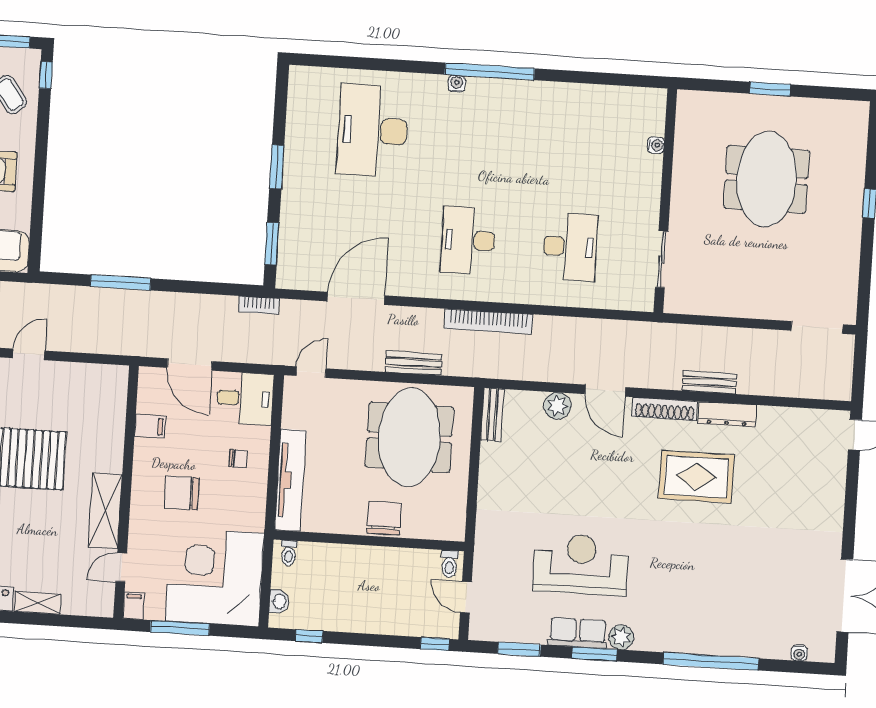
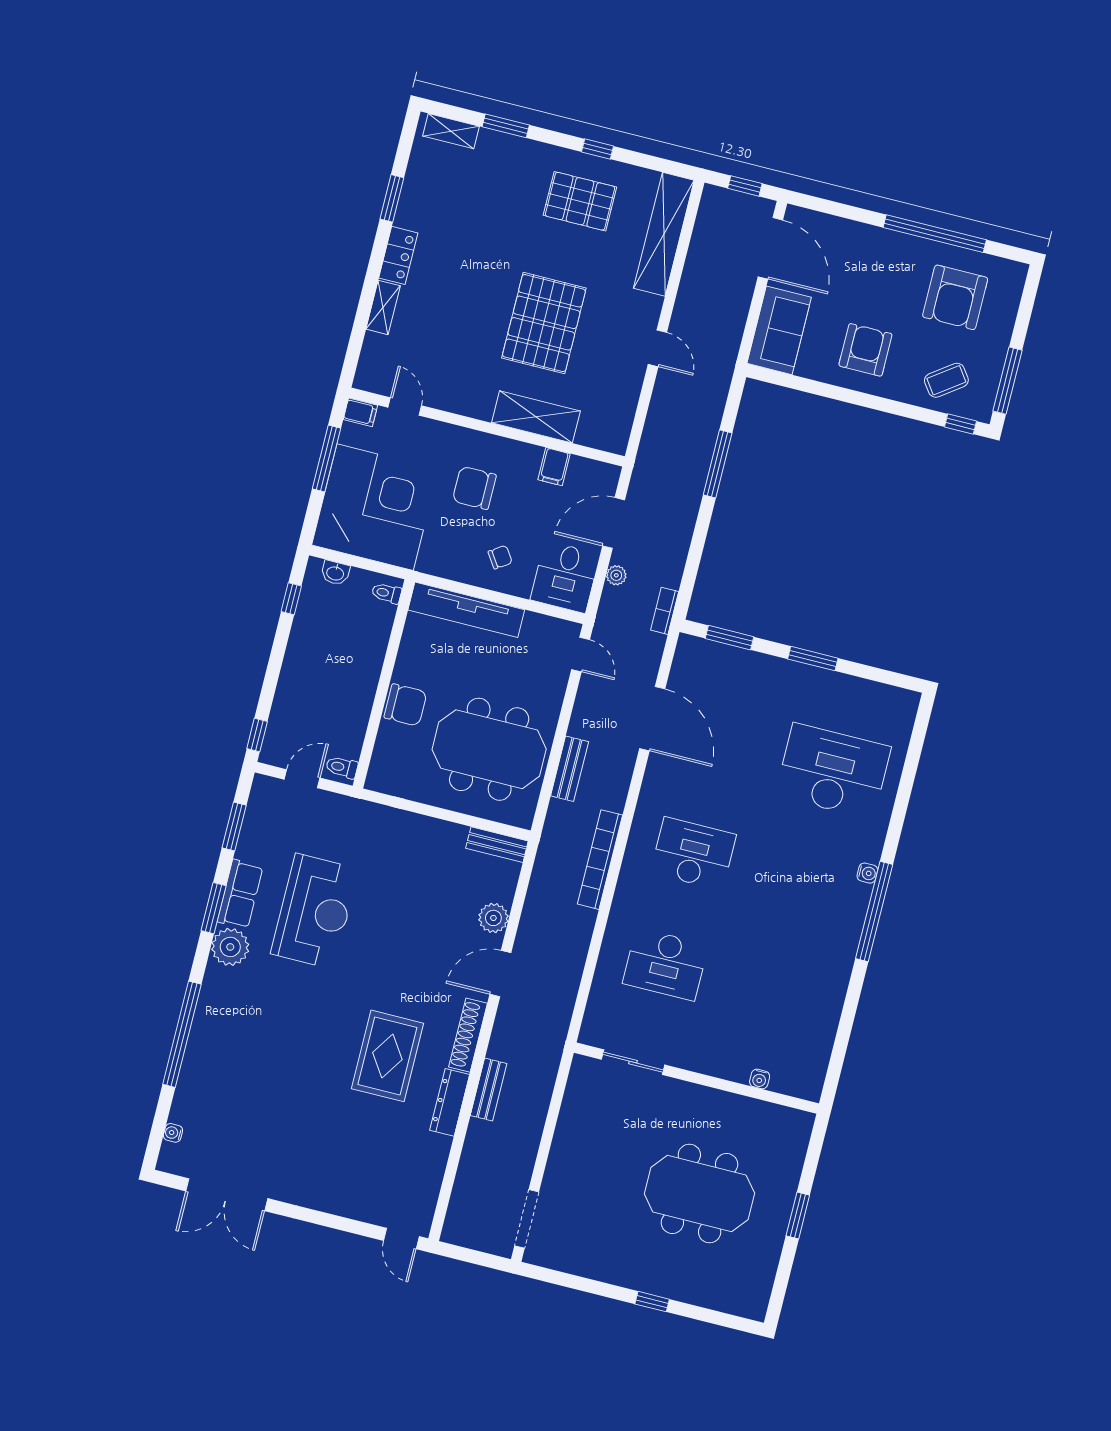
plant: (235, 354) -> (616, 575), added
chair: (238, 459) -> (500, 557), turned -124
chair: (182, 493) -> (474, 488), turned -90
shelving: (105, 511) -> (536, 417), moved
plant: (621, 637) -> (230, 947), width x1.36, depth x1.36

